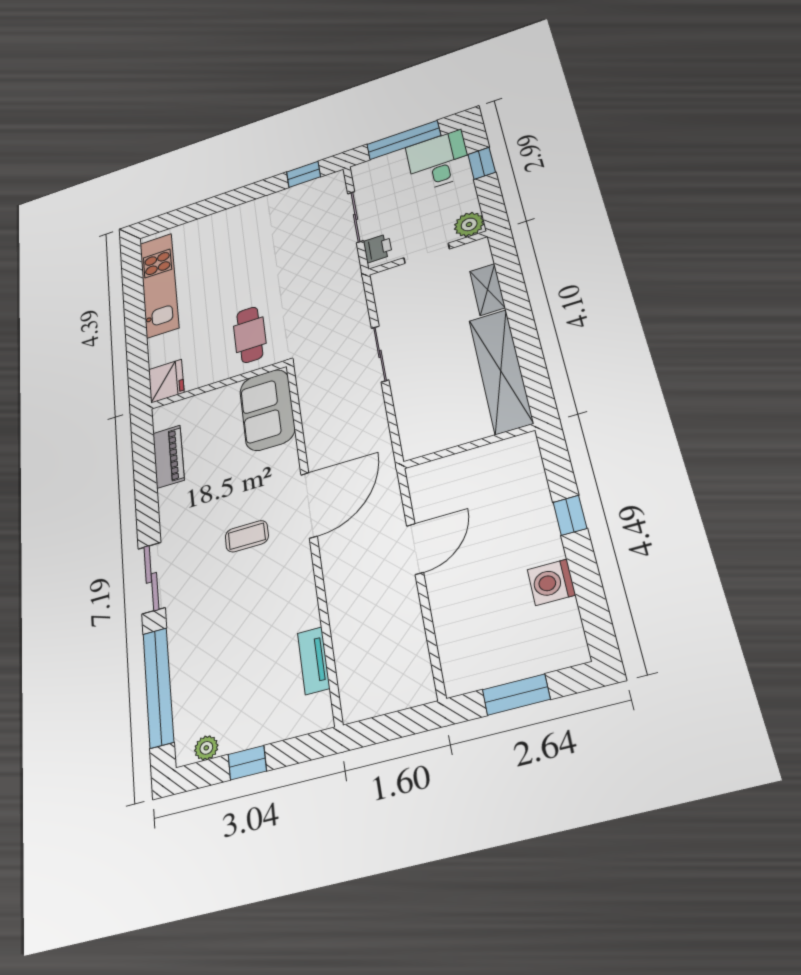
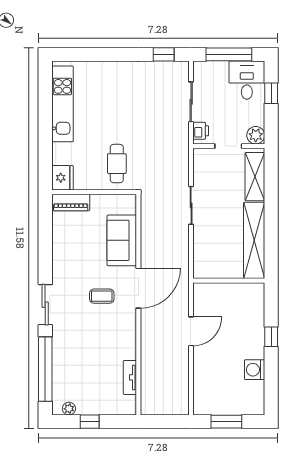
shelving: (487, 289) -> (255, 177), width x1.50, depth x1.33
sofa: (267, 410) -> (122, 240), moved
piano: (168, 457) -> (71, 202), moved, turned 90

